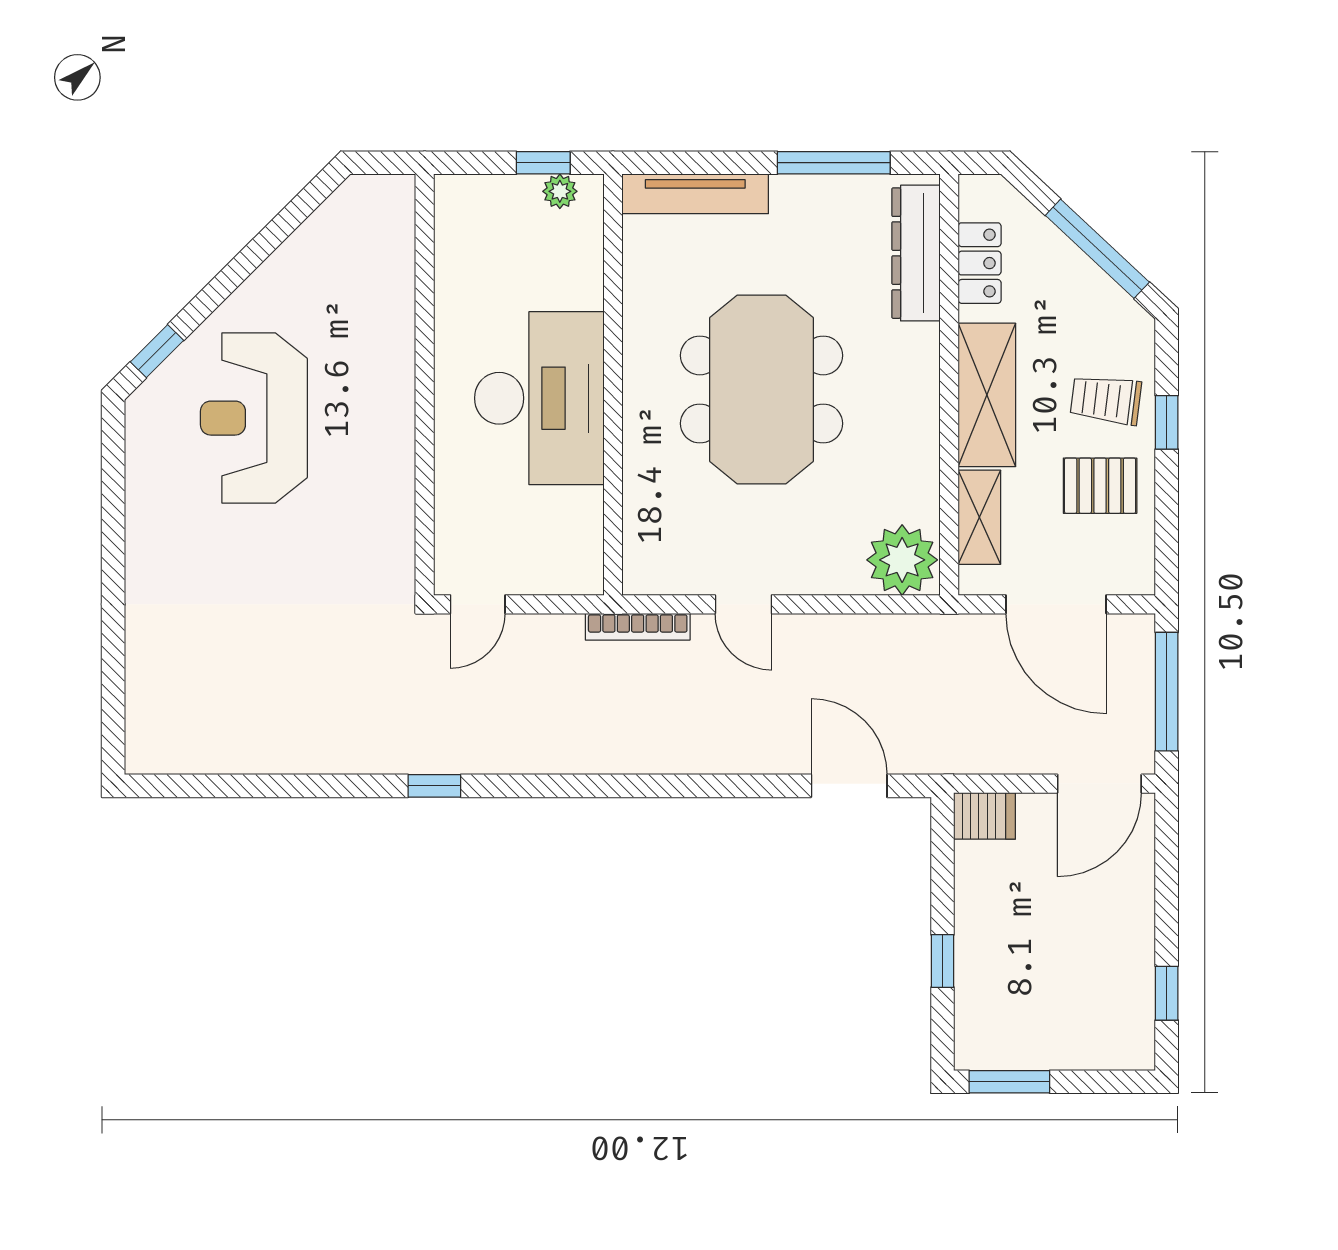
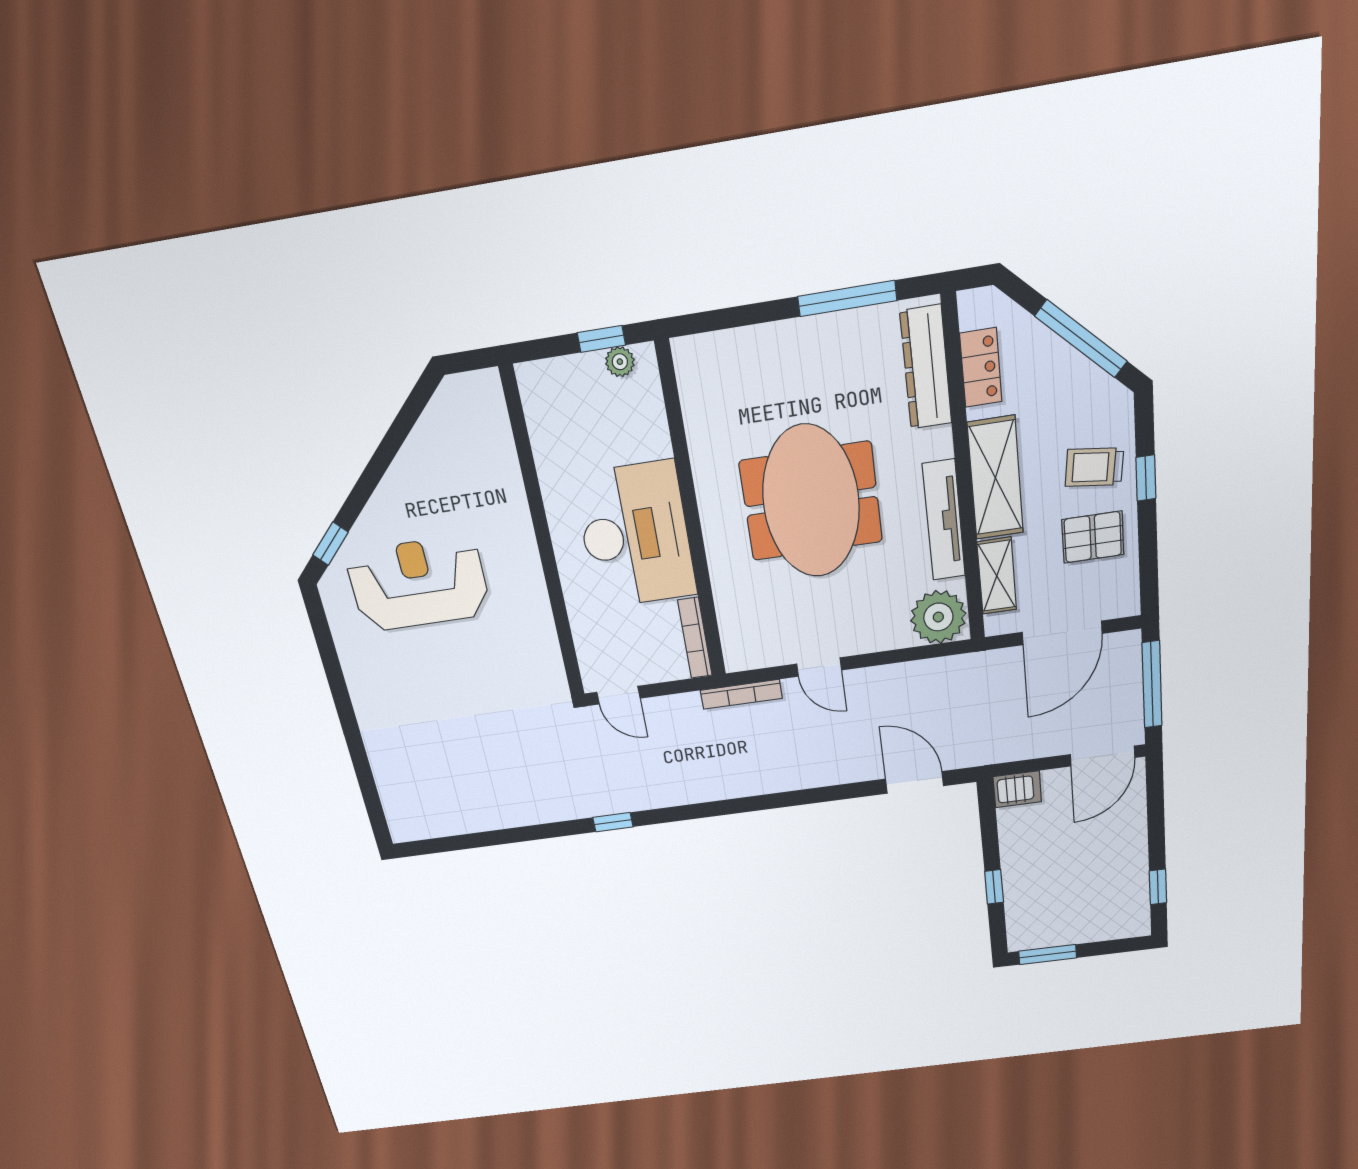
tv unit: (695, 194) -> (944, 520), moved, turned 90
reception desk: (254, 418) -> (418, 584), turned 90
bookcase: (590, 542) -> (695, 638), added
door: (478, 604) -> (619, 695), hinge flipped
door: (1056, 604) -> (1062, 633), hinge flipped

